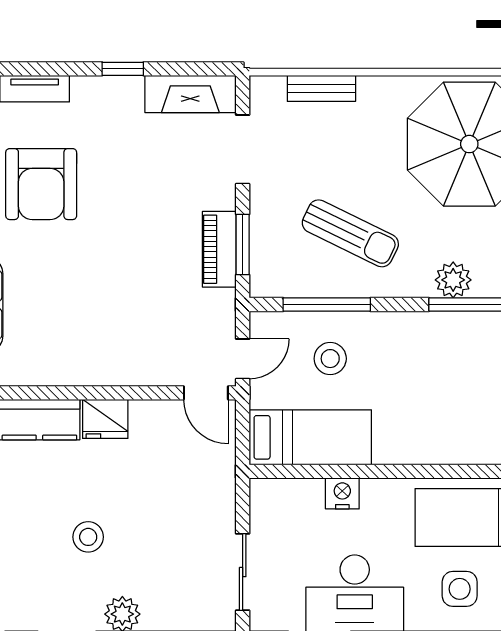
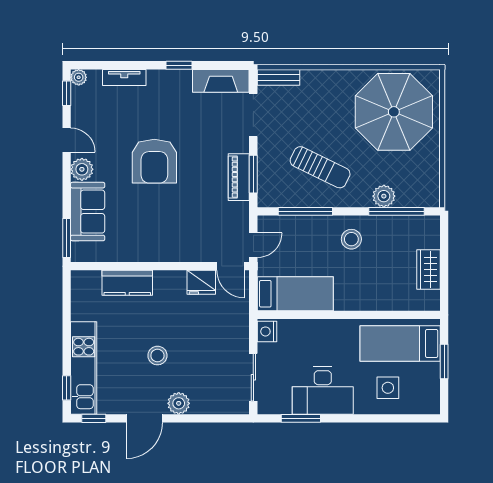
bench: (321, 88) -> (279, 77), moved
armchair: (41, 184) -> (154, 161), moved
stool: (330, 359) -> (351, 239), moved
fridge: (105, 419) -> (201, 282), moved
nightstand: (342, 493) -> (267, 331), moved, turned -90

